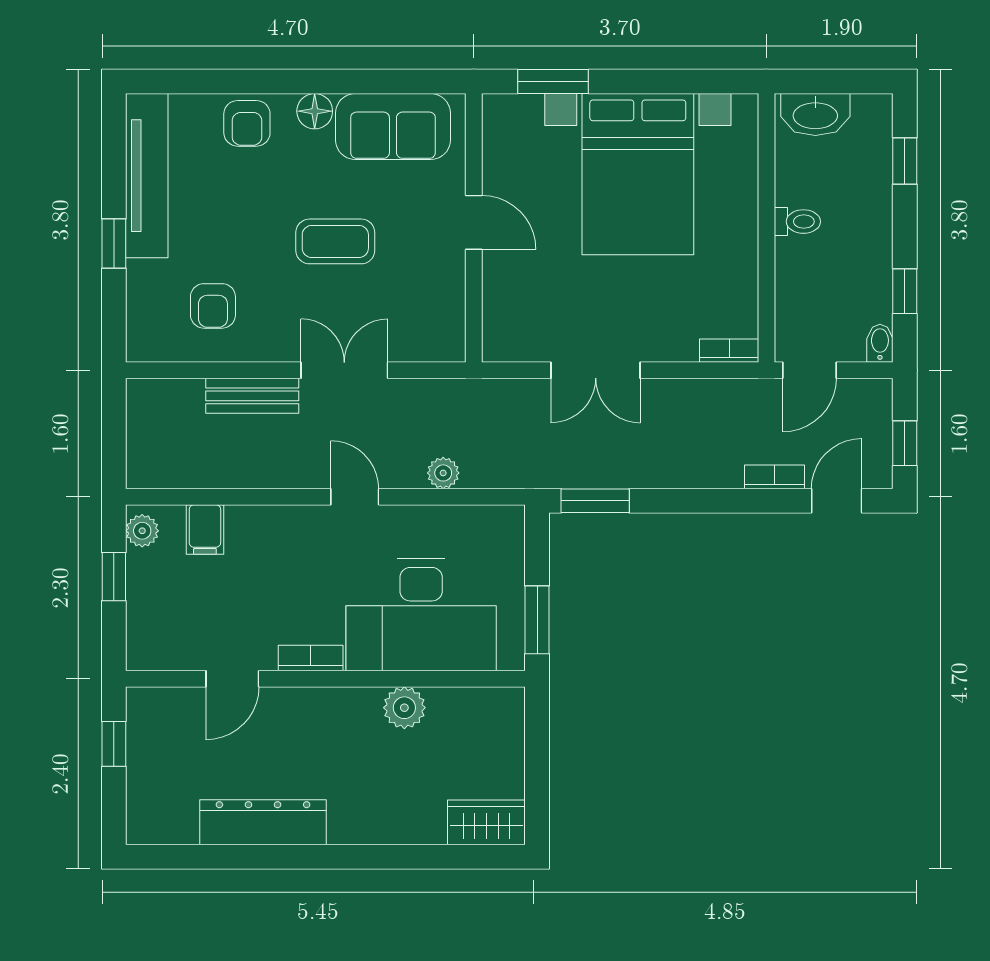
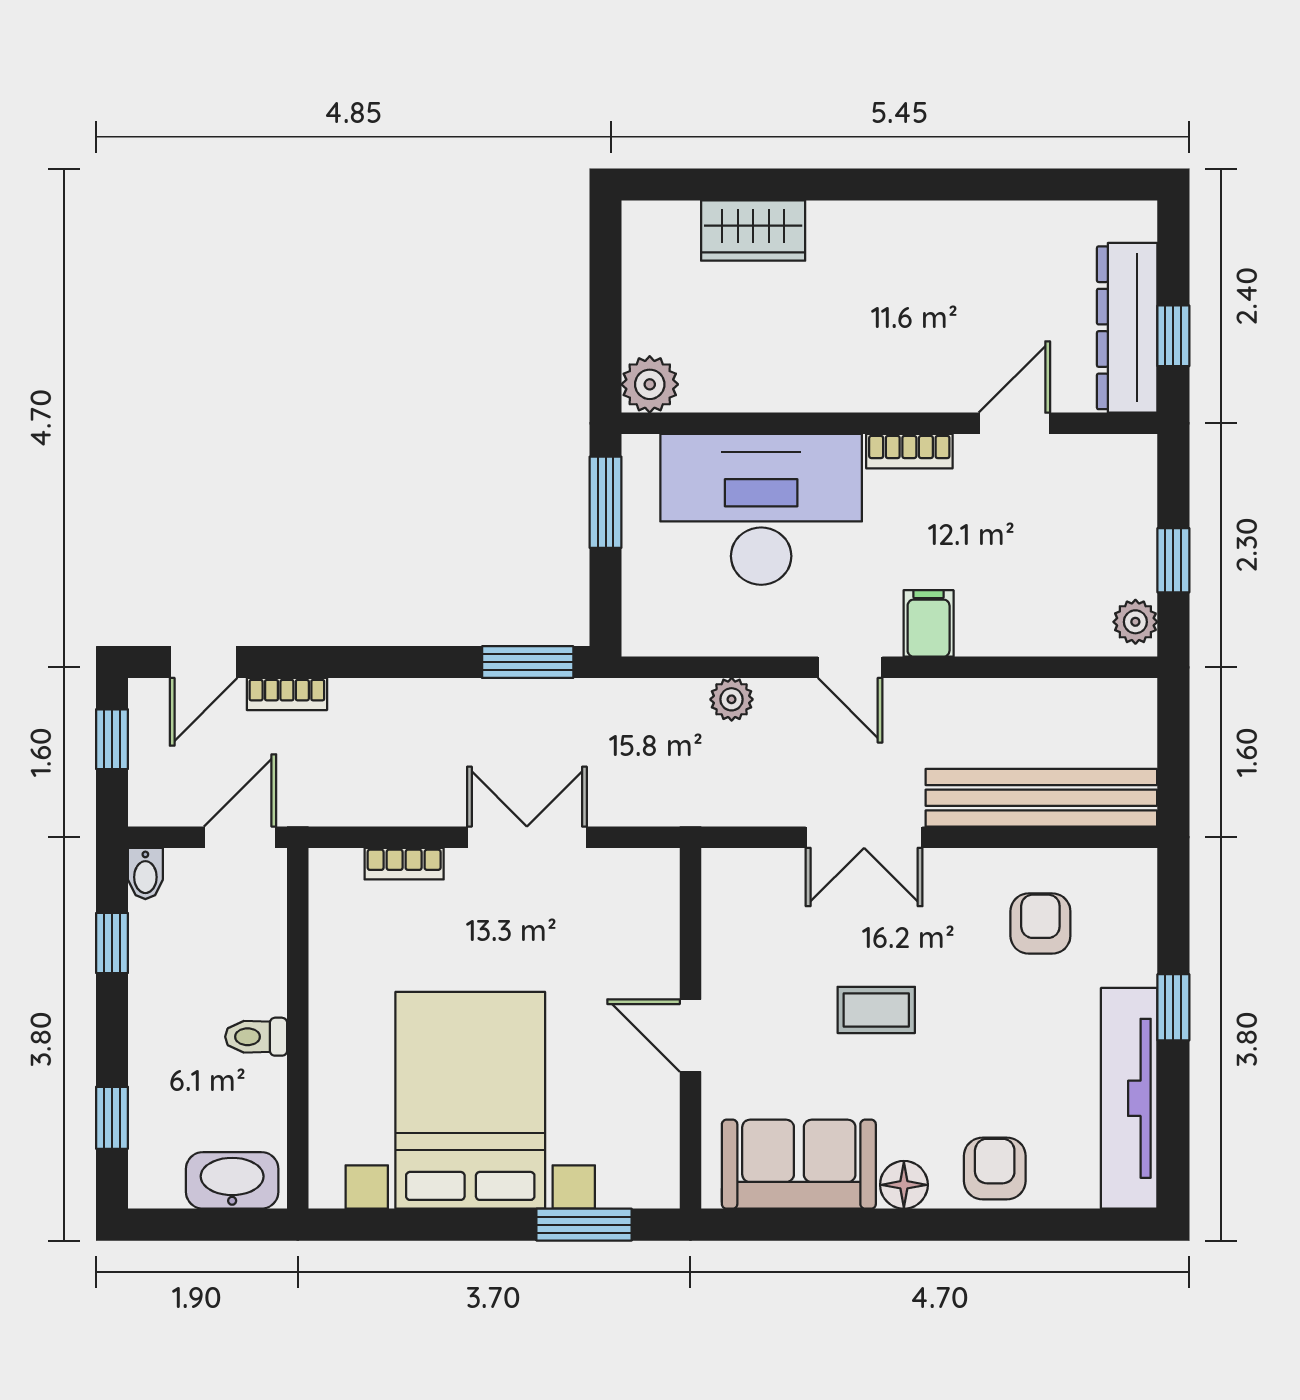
coffee table: (335, 241) -> (876, 1010), width x0.73, depth x0.77
bookcase: (729, 351) -> (404, 864), moved
bench: (252, 396) -> (1041, 798), width x1.86, depth x1.21
filing cabinet: (205, 529) -> (929, 623), moved
plant: (404, 708) -> (650, 384), moved
dresser: (263, 822) -> (1127, 328), moved, turned 90
wardrobe: (486, 822) -> (753, 231), moved

